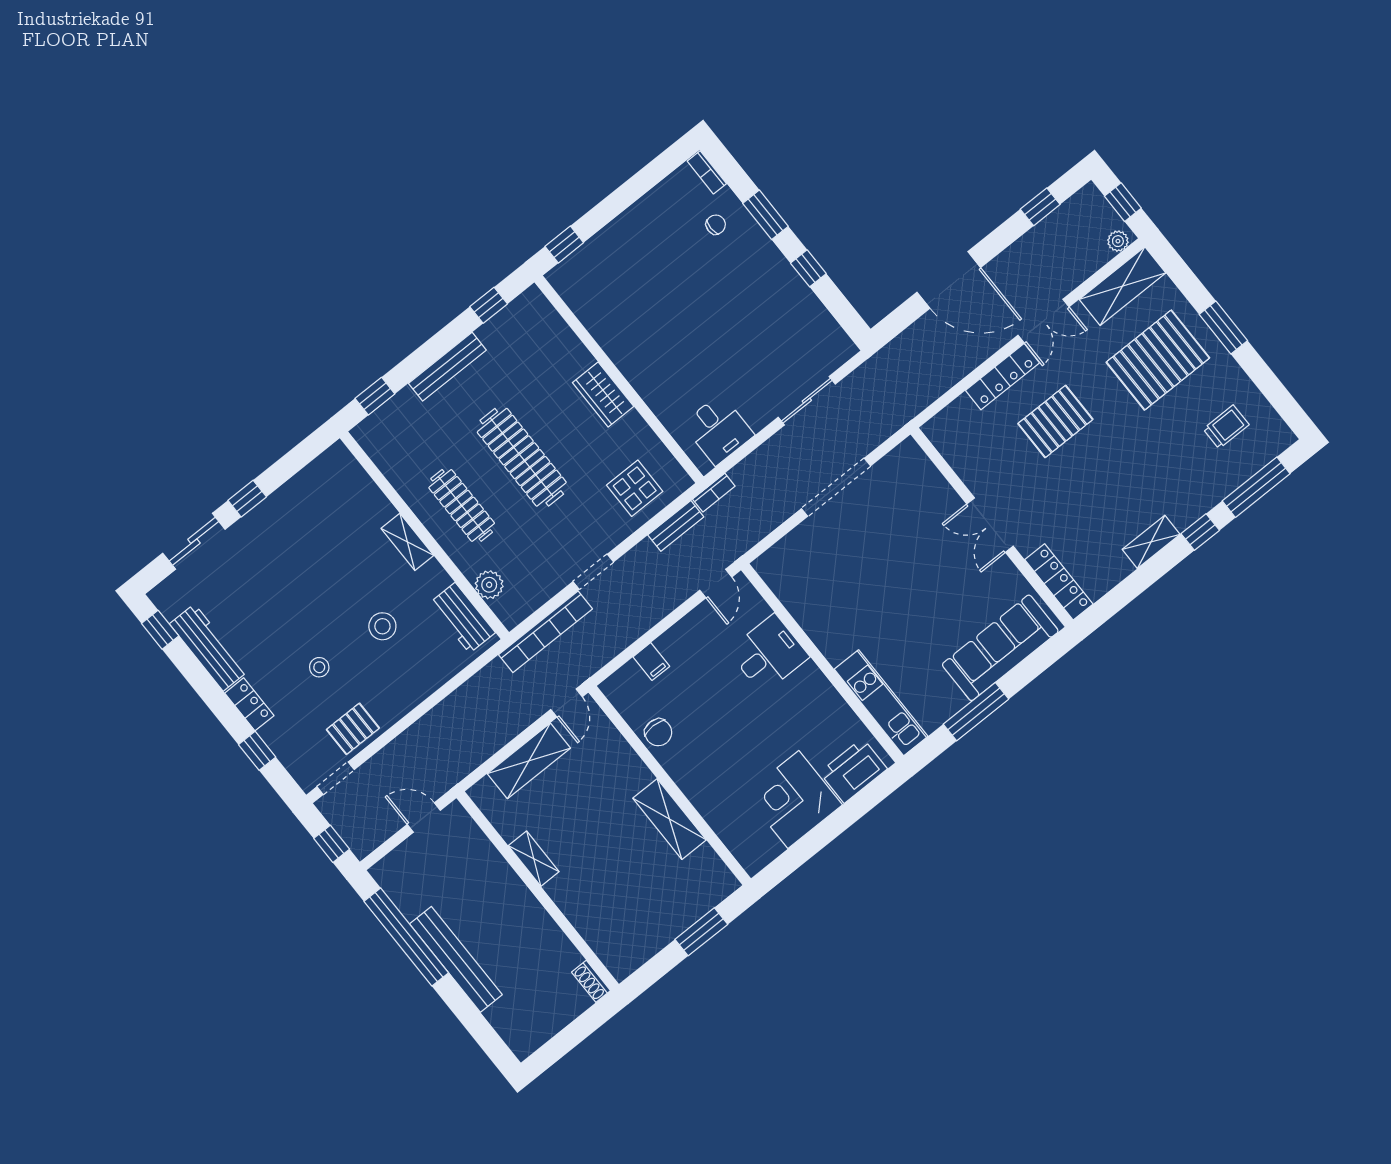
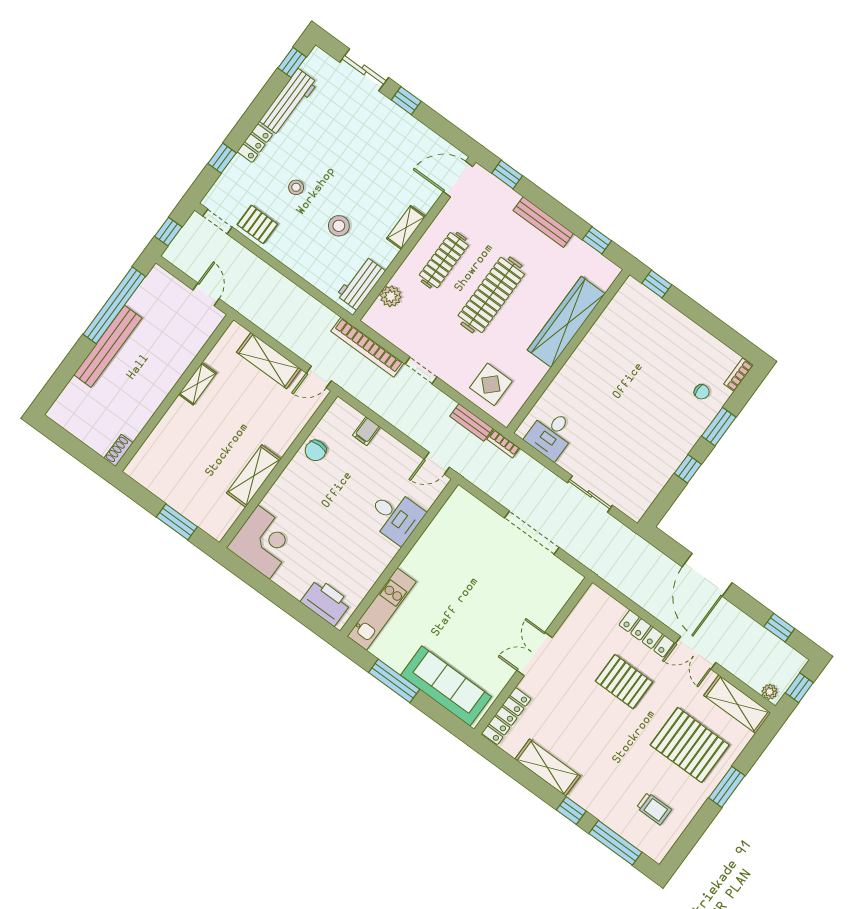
wardrobe: (603, 395) -> (566, 322), width x2.10, depth x1.17
door: (364, 460) -> (458, 179), added
shelving: (1151, 542) -> (548, 768), width x1.50, depth x1.33
corner desk: (793, 799) -> (264, 542), moved, turned 90

